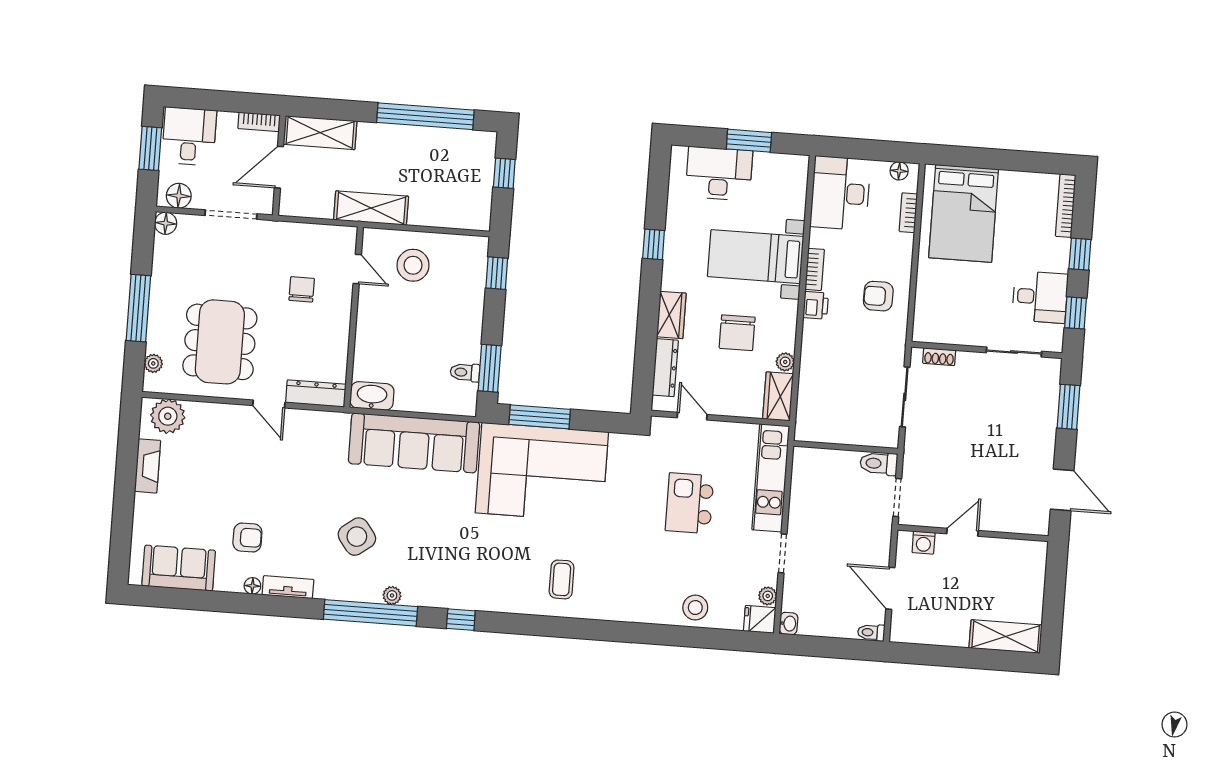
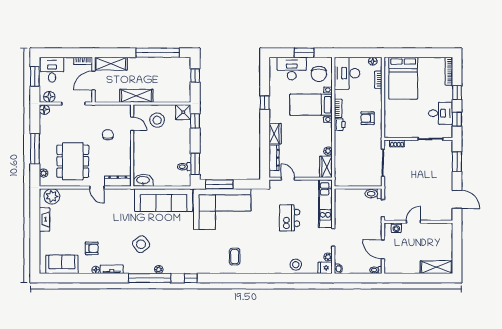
shower: (472, 252) -> (183, 112), added
chair: (737, 333) -> (319, 74), moved

